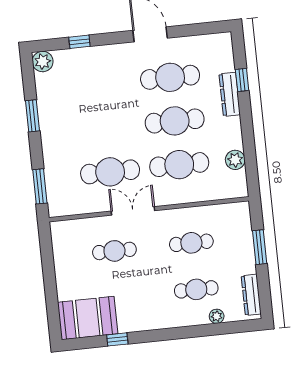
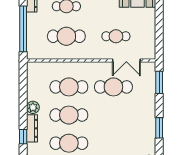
plant: (235, 160) -> (33, 107), moved
double door: (133, 211) -> (126, 61), moved
cafe table: (191, 243) -> (66, 36), width x1.37, depth x1.35
window: (260, 247) -> (23, 29), width x2.11

